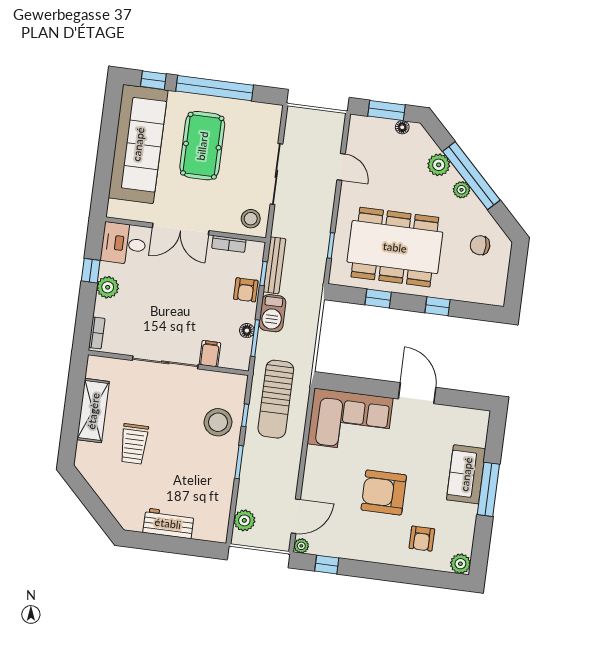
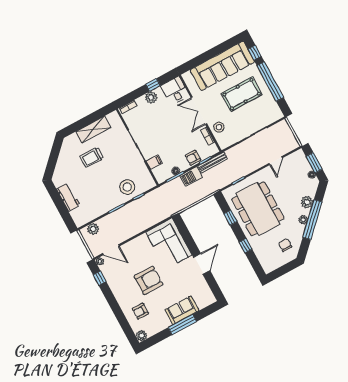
stool: (251, 219) -> (219, 127), moved
sun lounger: (276, 399) -> (155, 205), removed
armchair: (384, 492) -> (148, 280), turned 90

